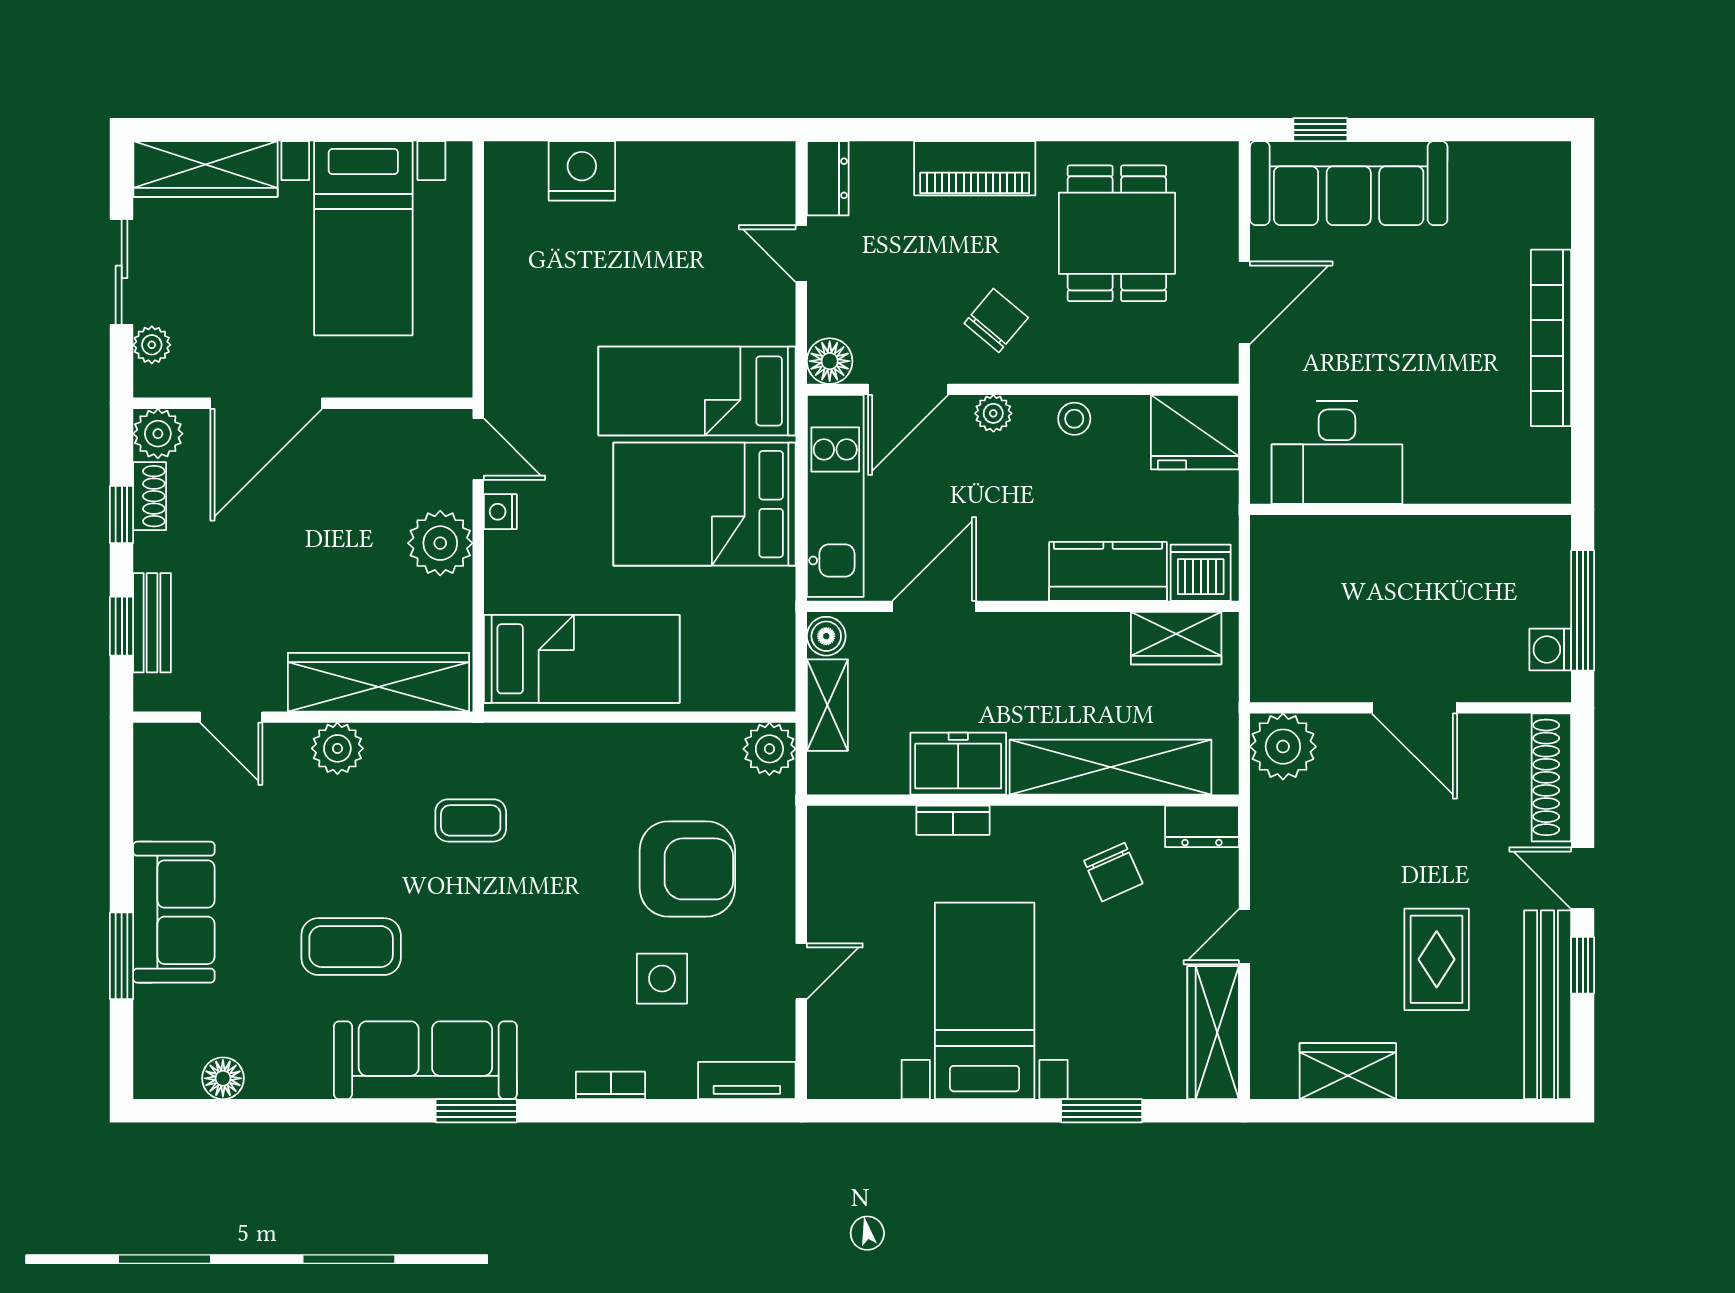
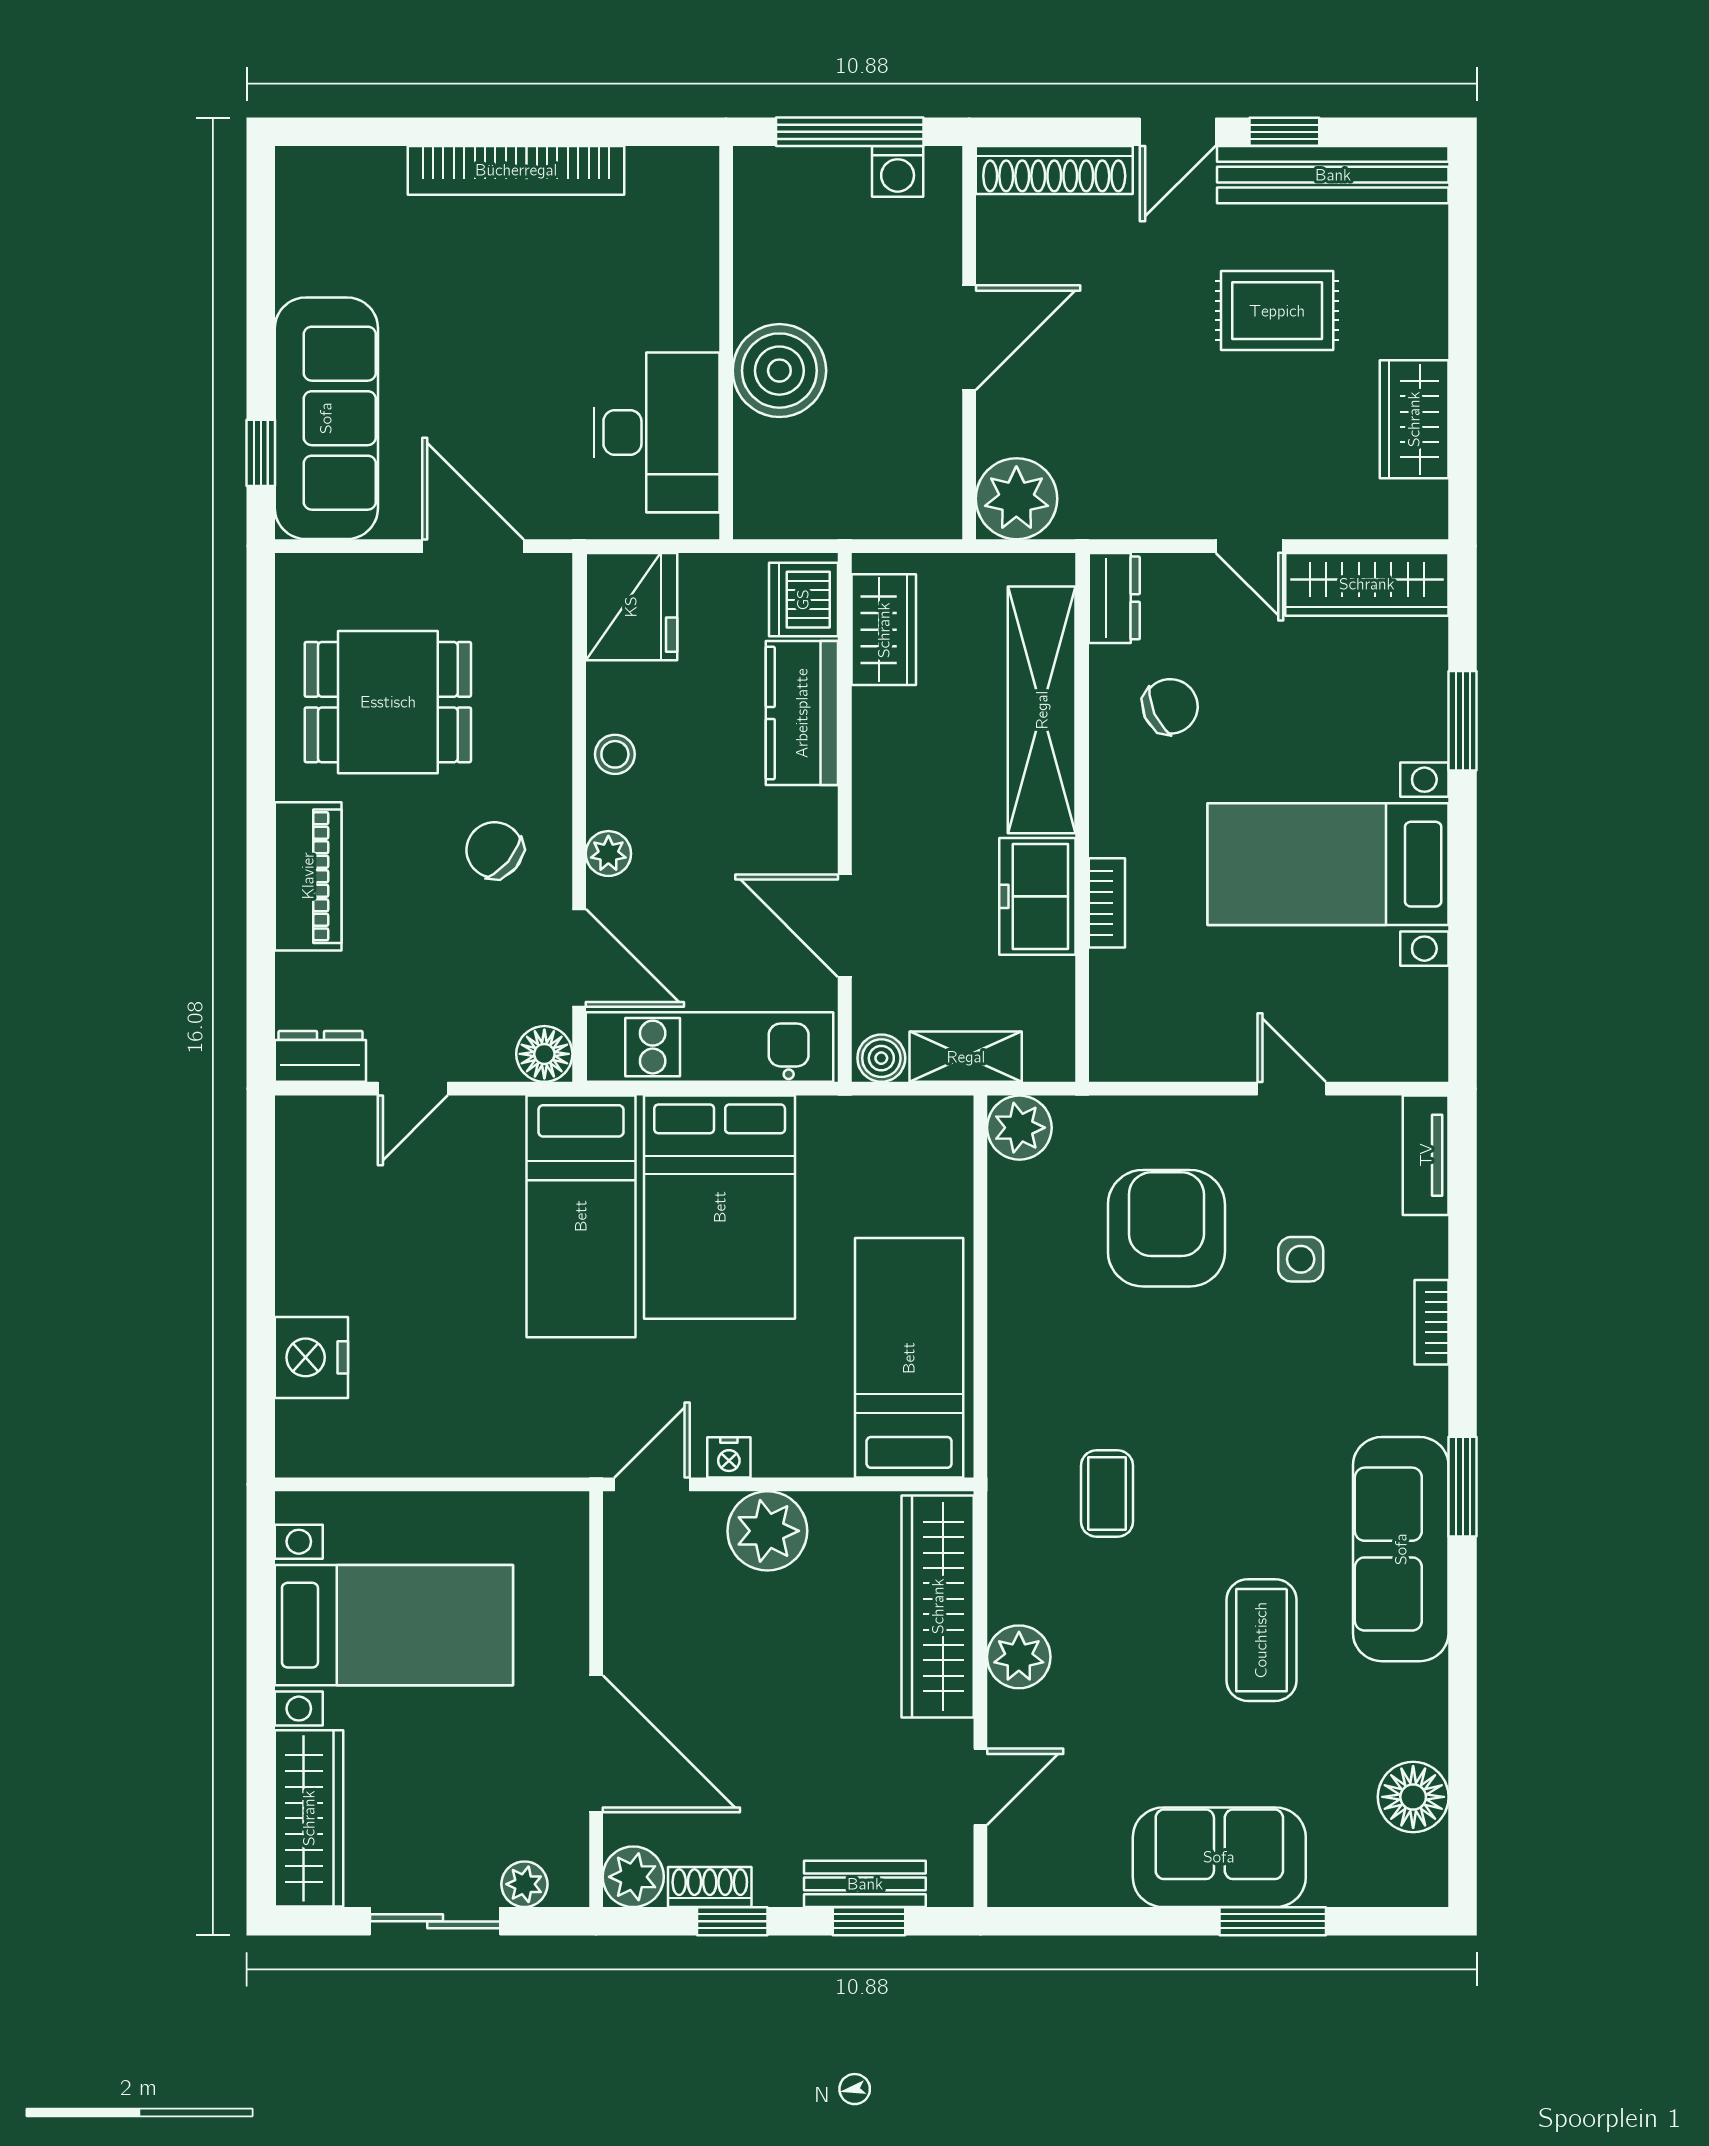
boiler: (1388, 553) -> (779, 371), added
side table: (662, 979) -> (1301, 1259), width x0.73, depth x0.73
floor lamp: (223, 1078) -> (1413, 1797), width x1.38, depth x1.38

